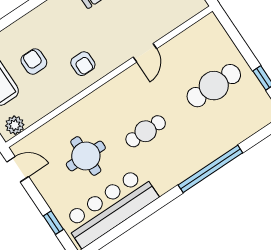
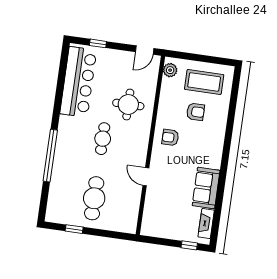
round table: (86, 156) -> (128, 104), moved

